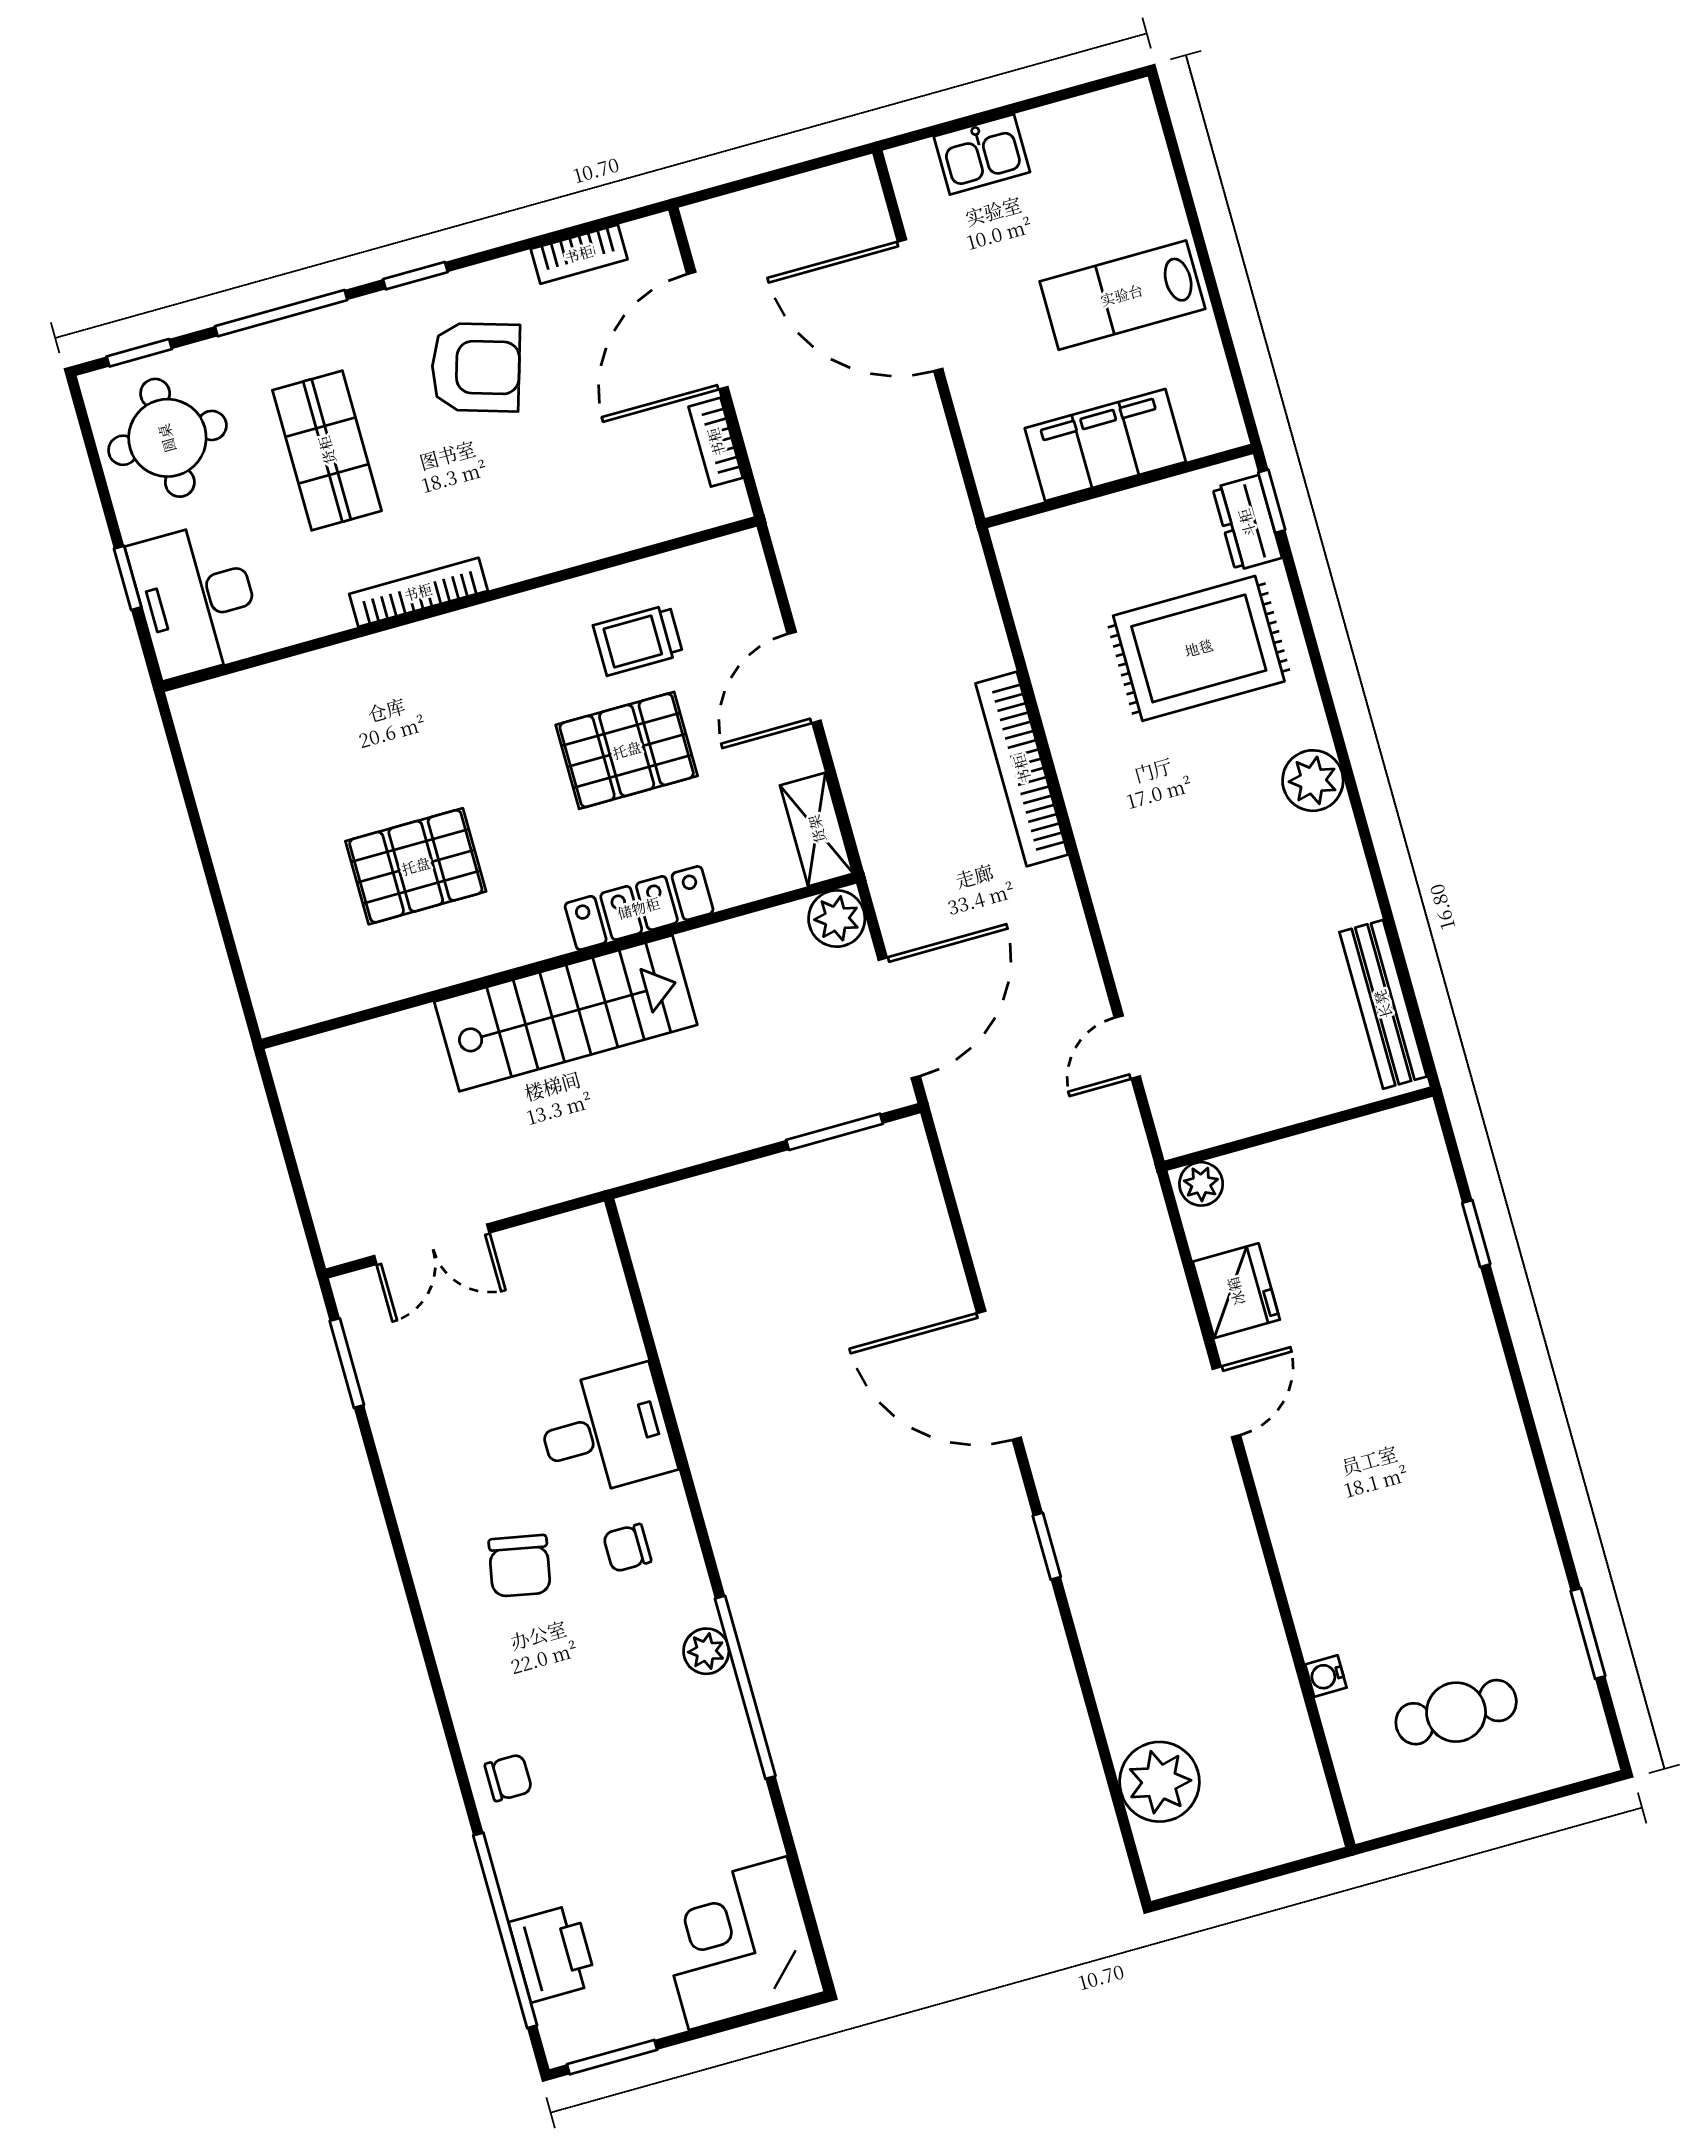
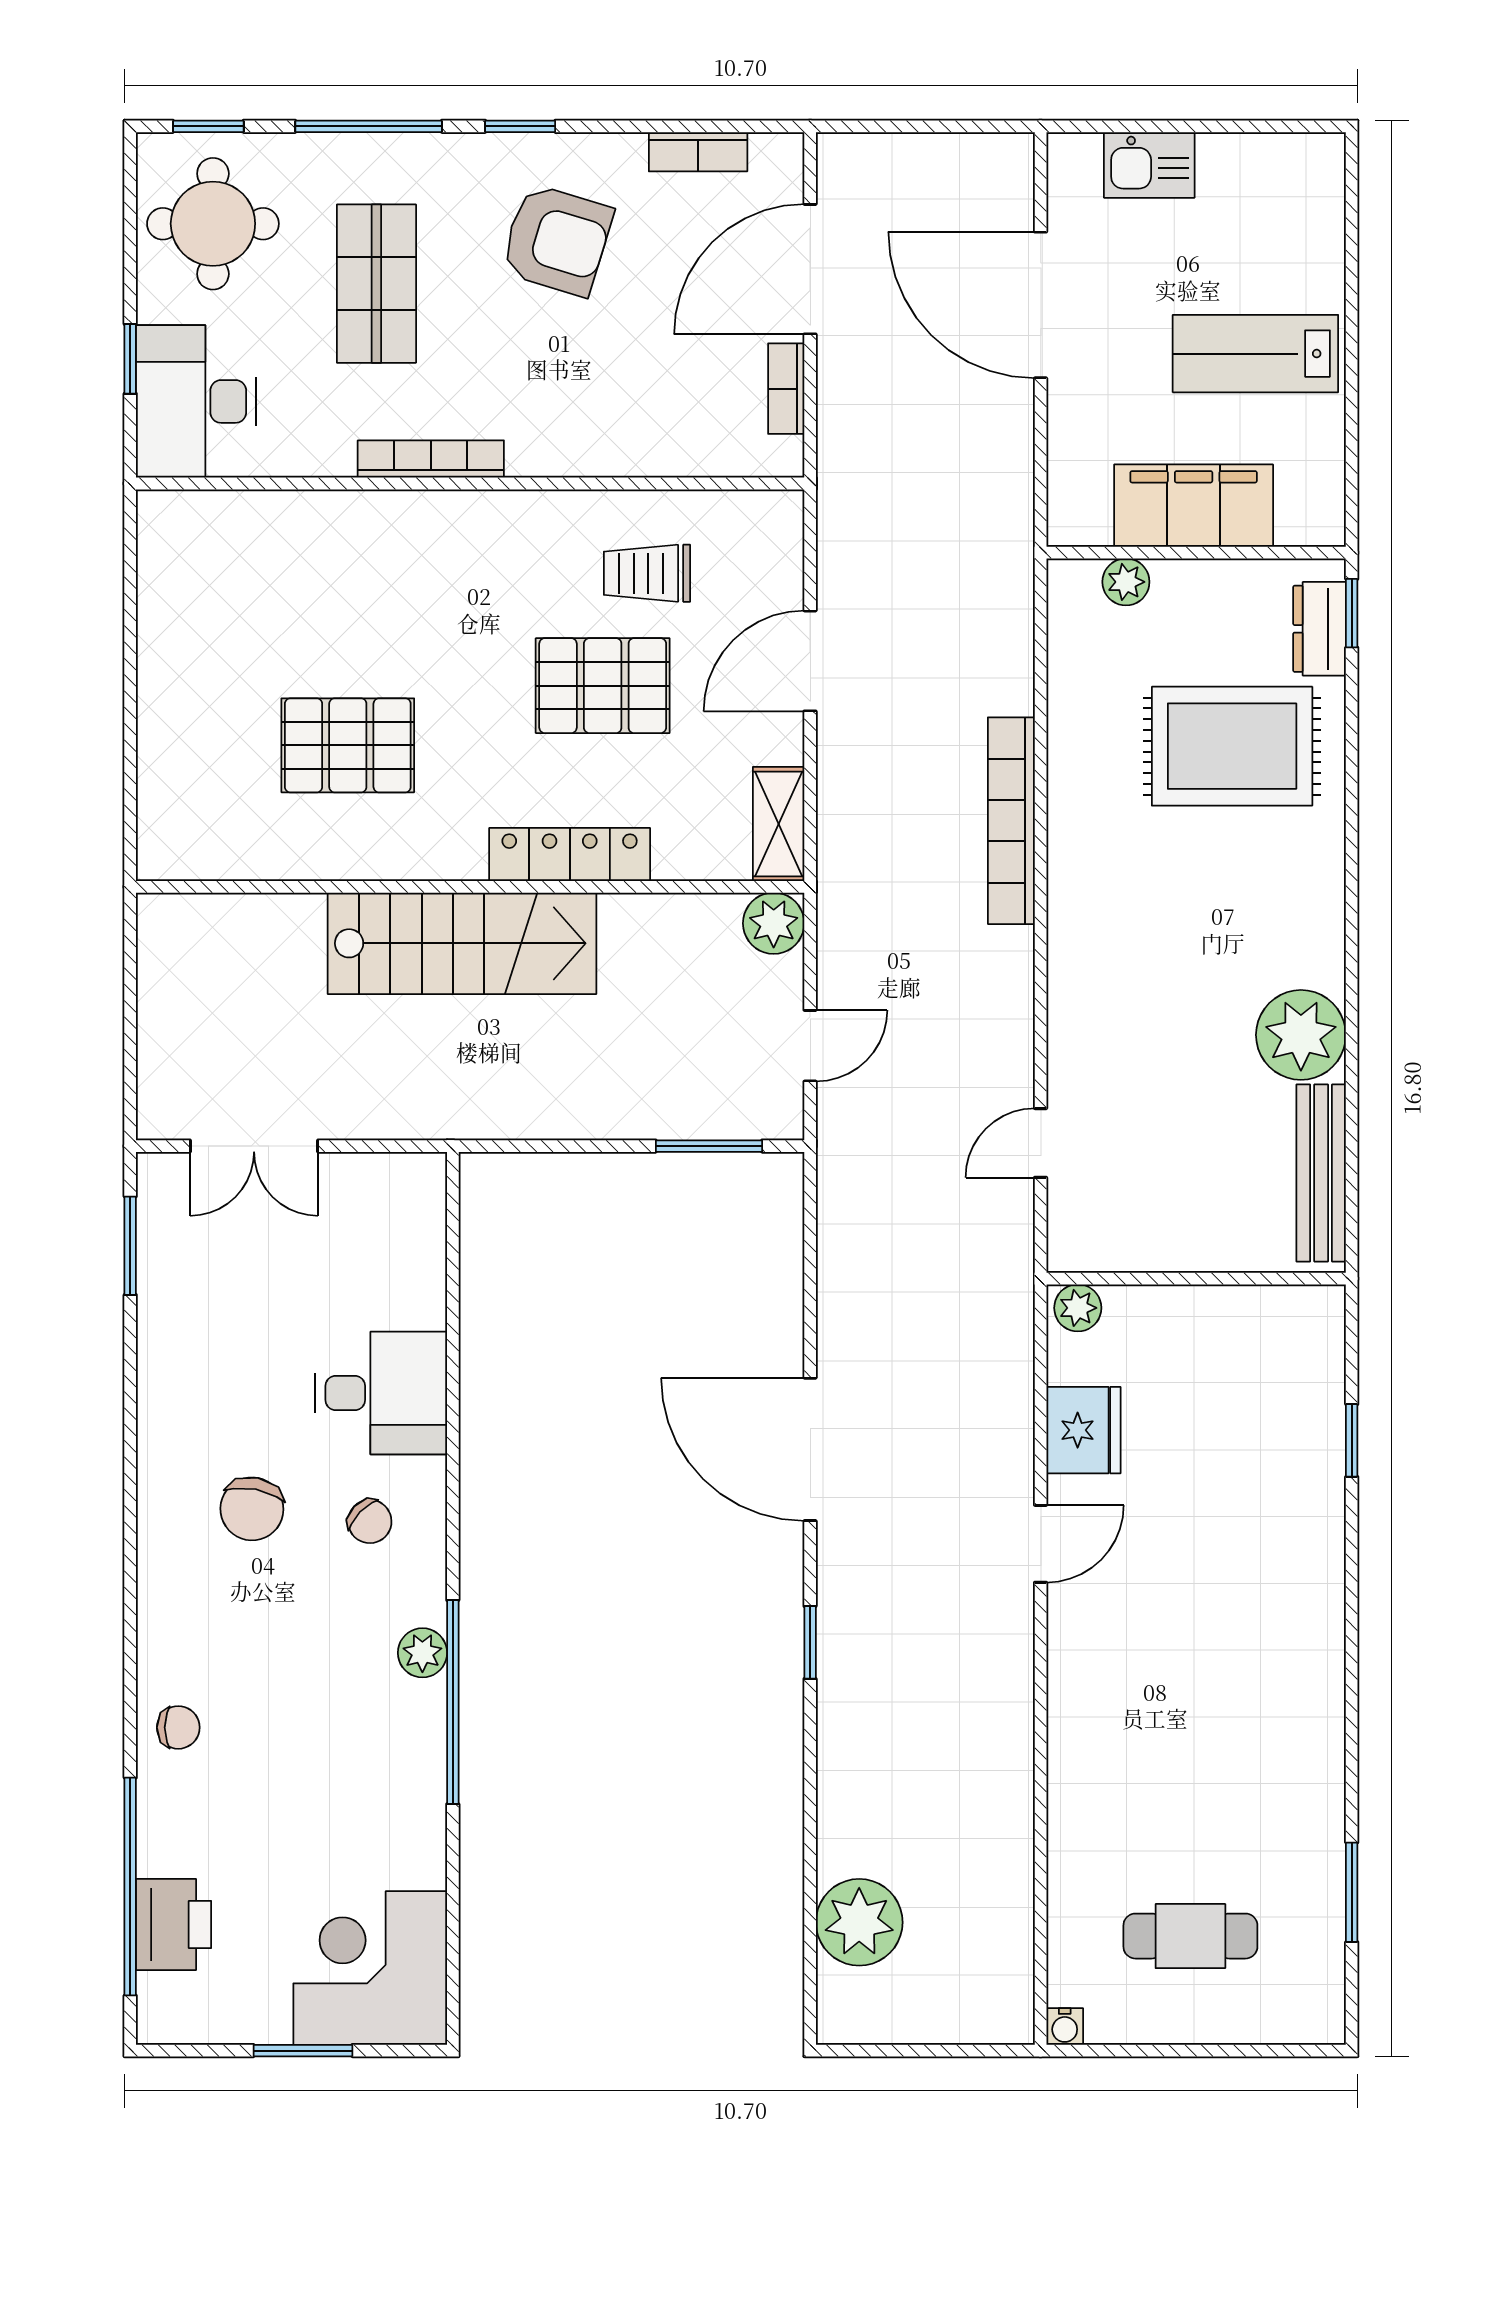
plant: (1064, 529) -> (1126, 582), added
plant: (1313, 781) -> (1301, 1035), moved, width x1.36, depth x1.36
door: (899, 1018) -> (810, 1046), width x0.53
chair: (627, 1548) -> (370, 1521), turned -136
water cooler: (1326, 1676) -> (1065, 2026), moved, turned -90
window: (612, 2057) -> (303, 2051), moved

